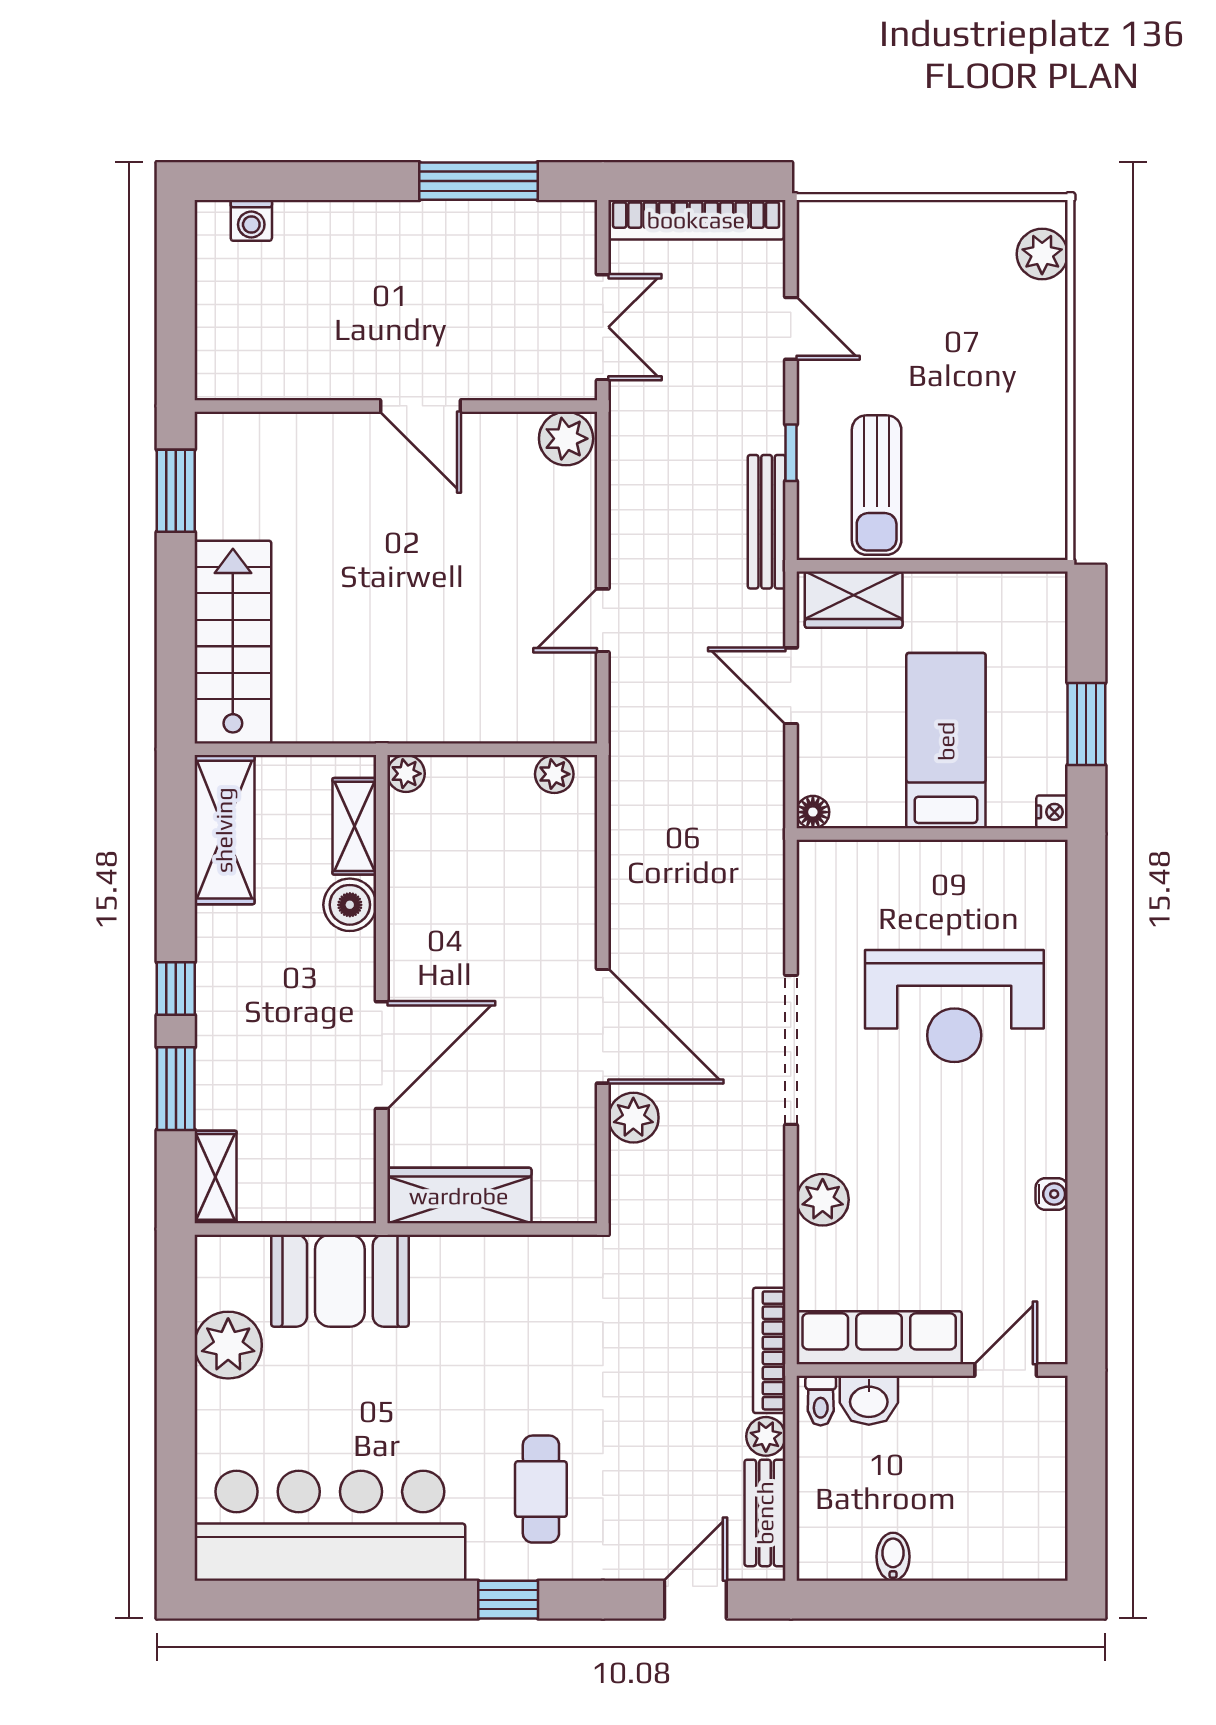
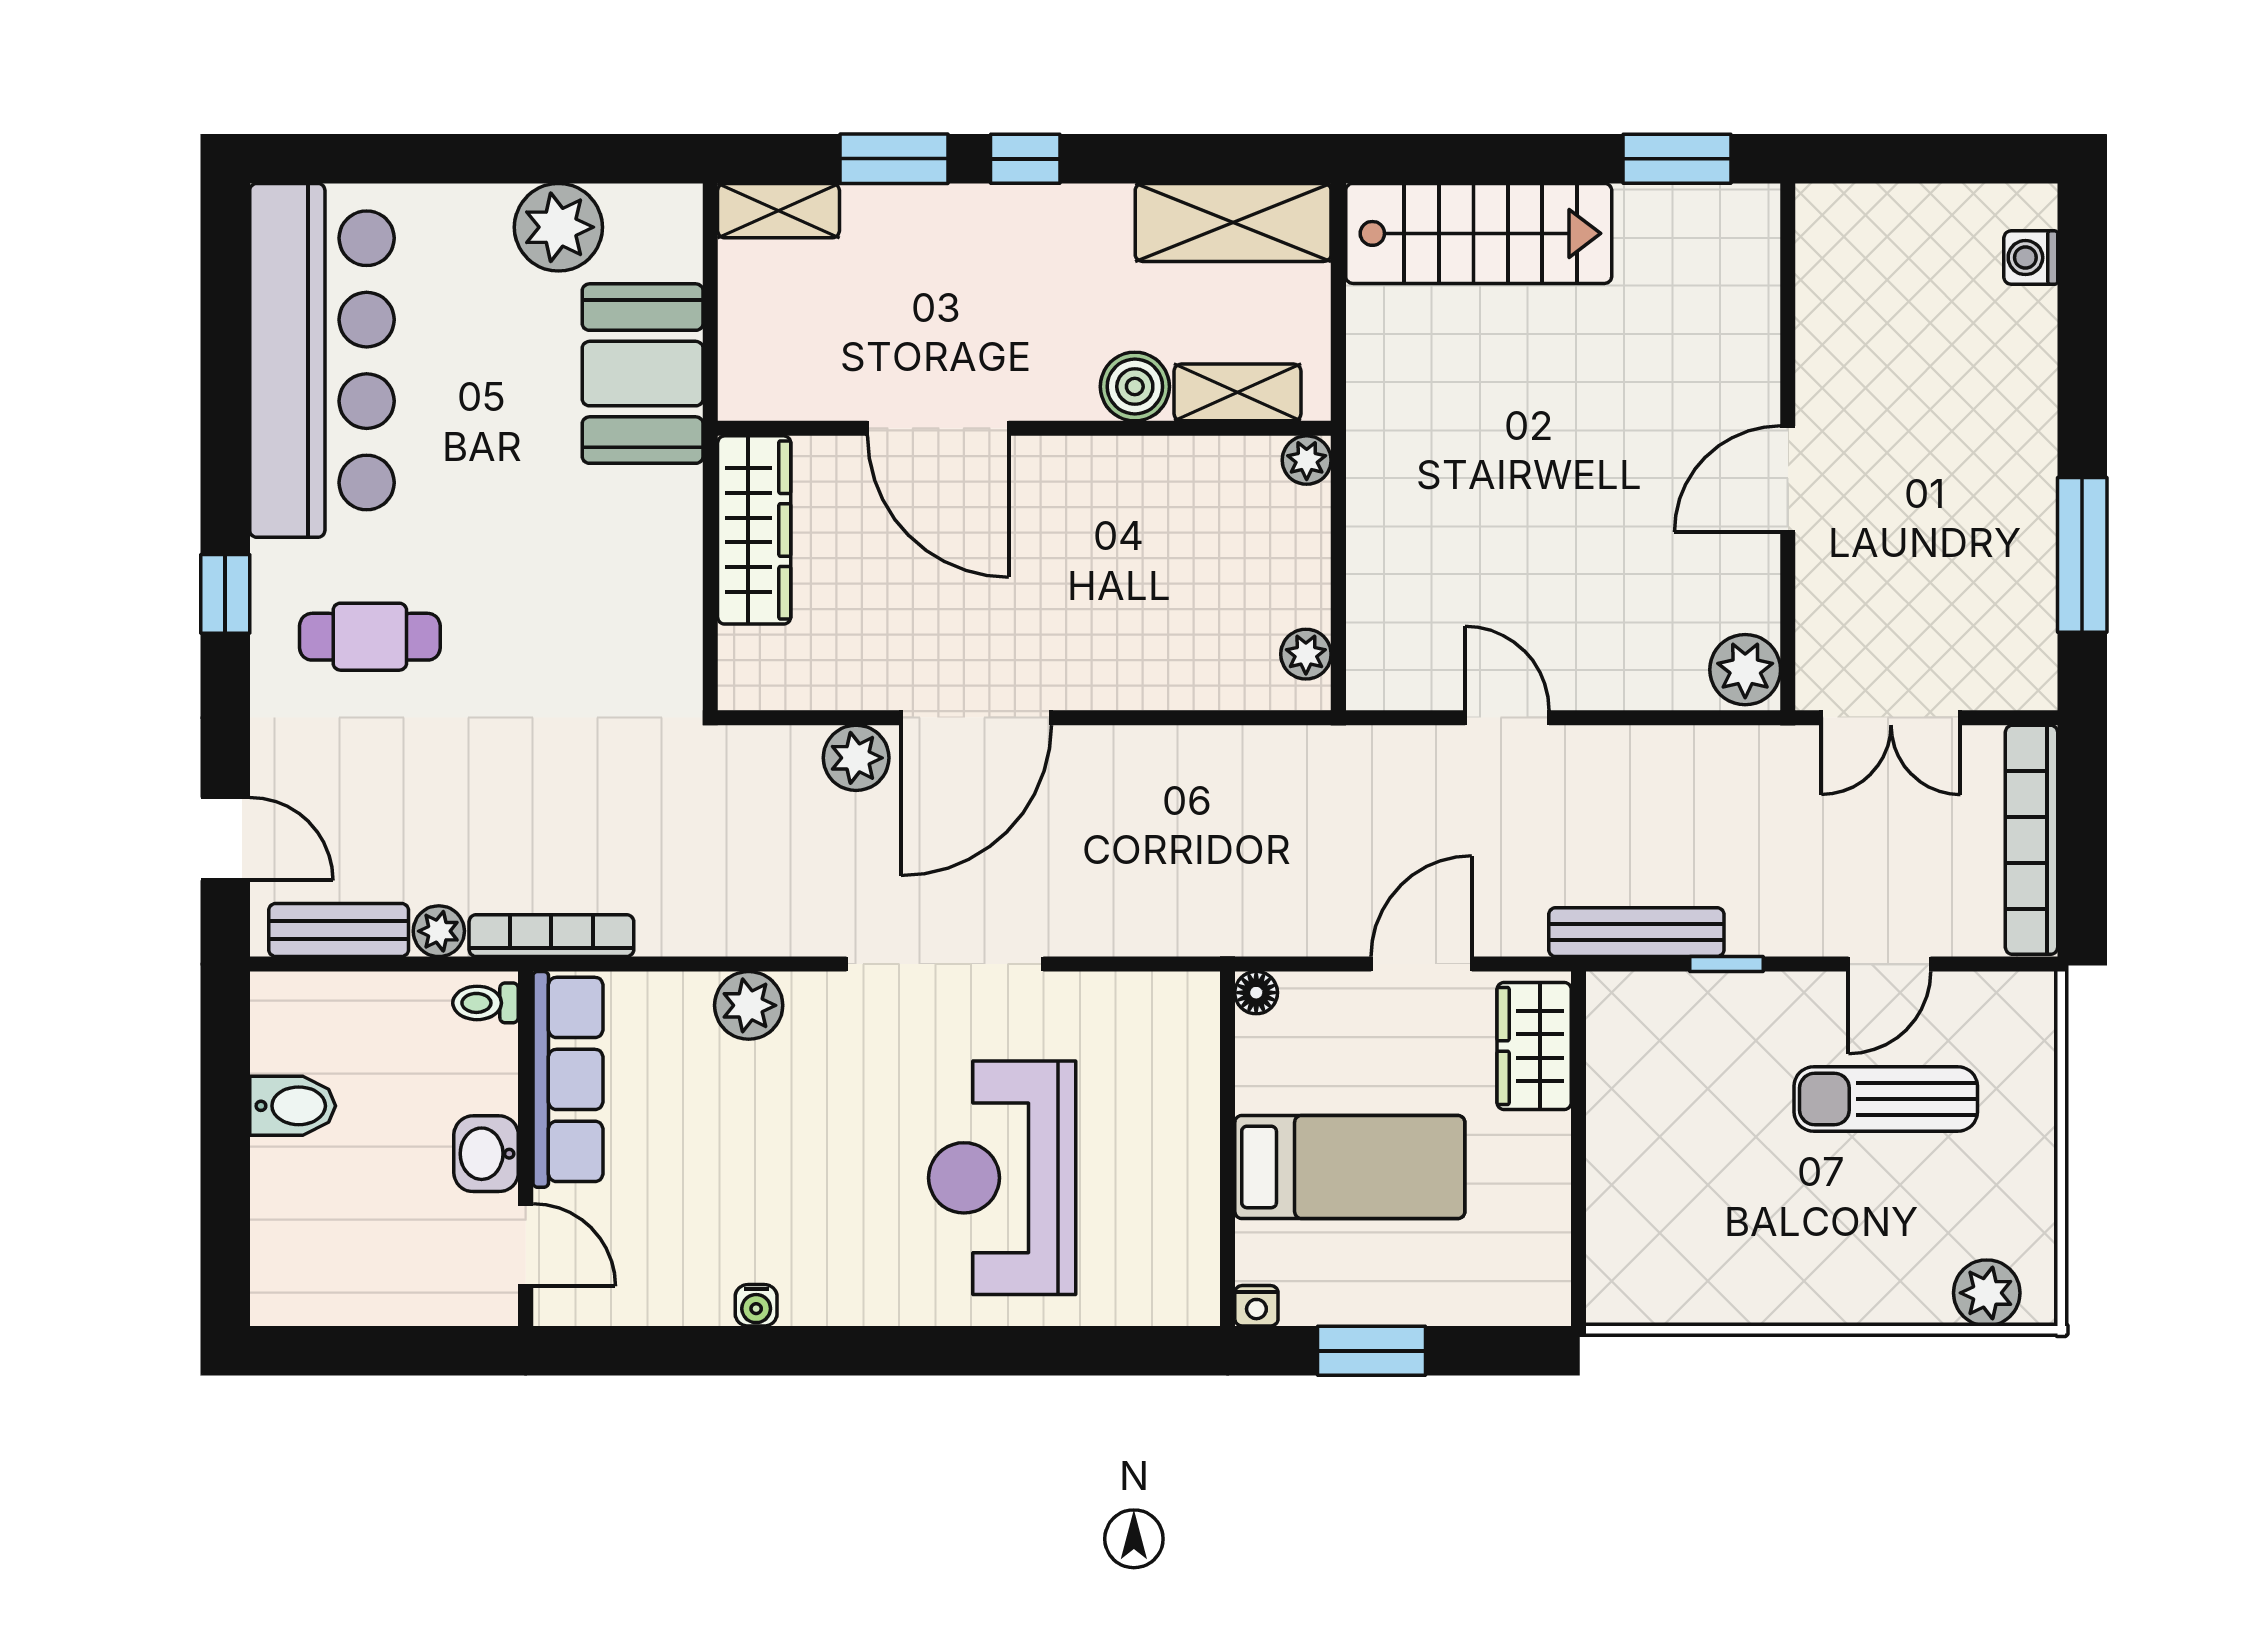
sun lounger: (877, 485) -> (1886, 1099), moved
washbasin: (869, 1400) -> (486, 1154), moved
bidet: (893, 1557) -> (293, 1106), width x1.38, depth x1.36

